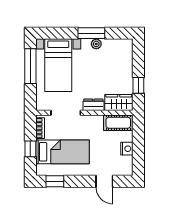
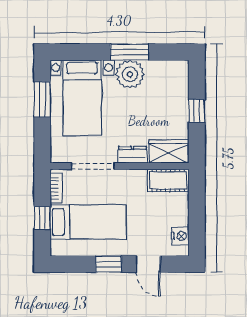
plant: (96, 44) -> (130, 74), width x1.88, depth x1.88
window: (30, 66) -> (42, 99), width x0.69
window: (138, 85) -> (197, 111), moved
nightstand: (127, 149) -> (180, 236), moved
window: (55, 181) -> (108, 264), moved

